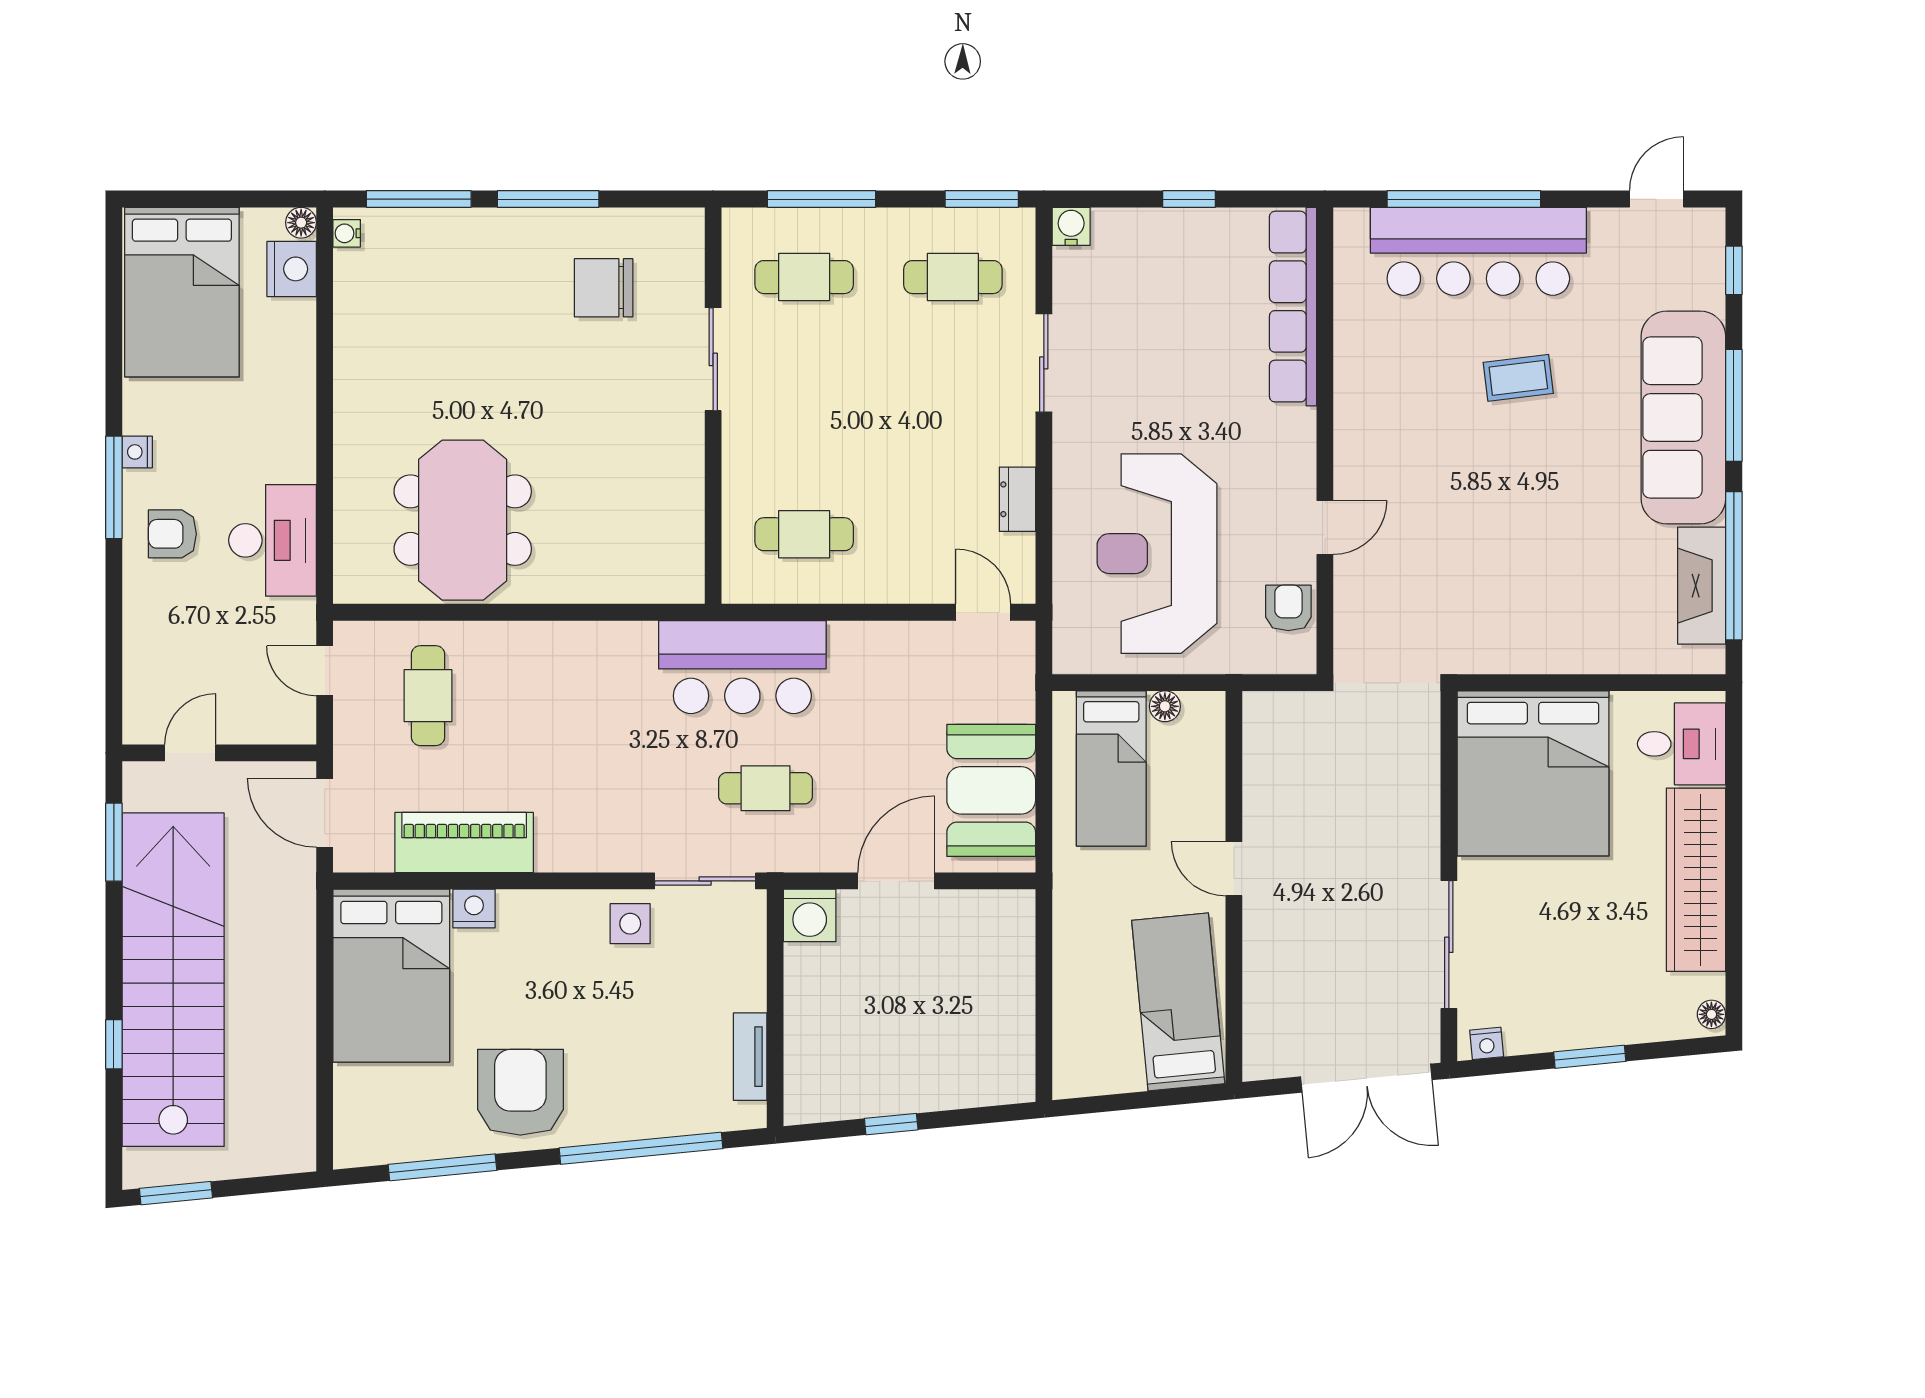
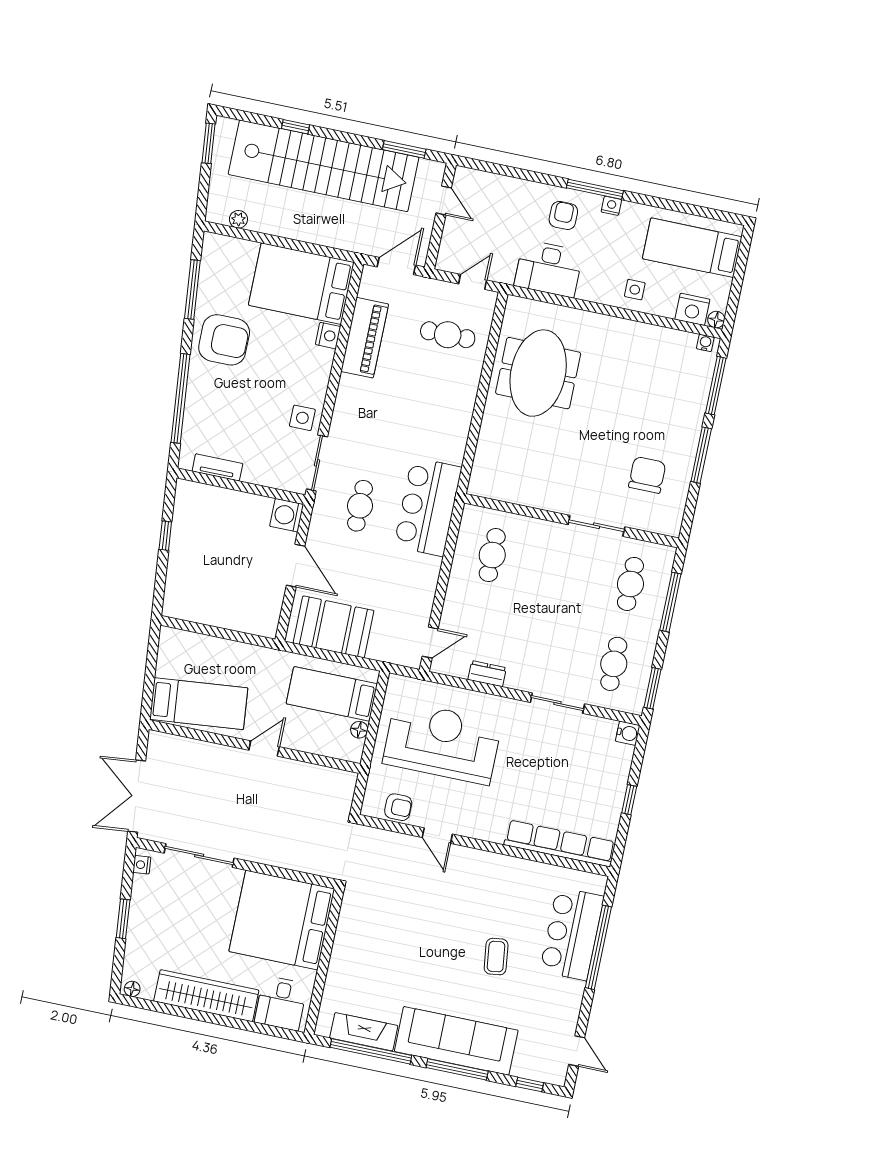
bar counter: (1478, 251) -> (572, 934), width x0.73
bed: (182, 292) -> (692, 248), width x0.67
side table: (278, 379) -> (635, 290), added
meeting table: (463, 520) -> (538, 373), turned 90
plant: (300, 1112) -> (238, 219), added

